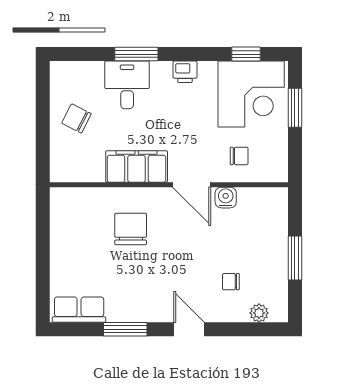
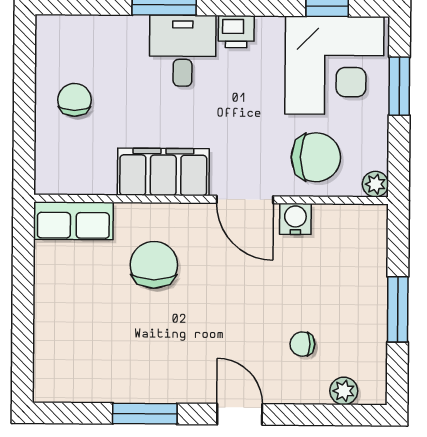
desk: (127, 85) -> (183, 51), moved
chair: (76, 118) -> (74, 100), turned 63
chair: (239, 156) -> (316, 157), width x1.87, depth x1.87
plant: (279, 174) -> (375, 184), added
row of seats: (79, 310) -> (73, 221), moved, turned 180

